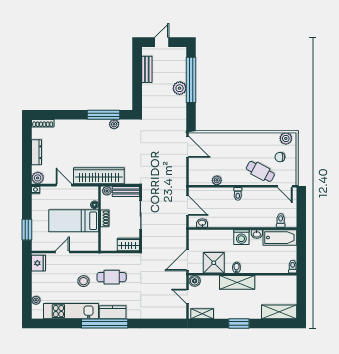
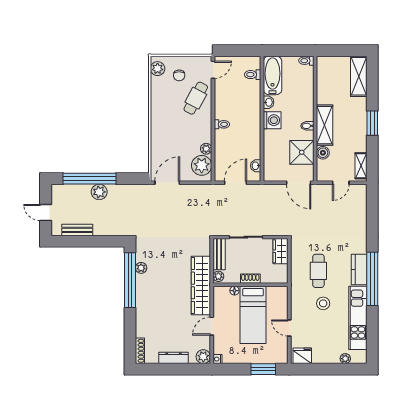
window: (104, 115) -> (130, 280), width x1.46
plant: (202, 176) -> (202, 165), added
boiler: (195, 281) -> (323, 153), moved

